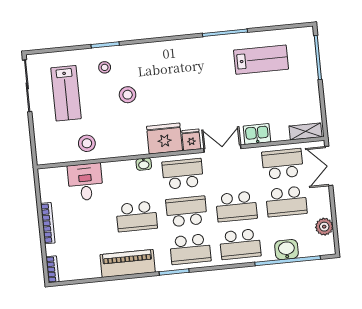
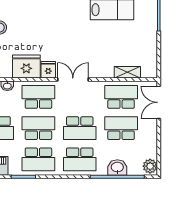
shelving: (305, 131) -> (127, 72), moved
kitchen sink: (257, 134) -> (103, 70), removed
school desk: (286, 202) -> (121, 128), turned 180
plant: (324, 227) -> (150, 166), moved

